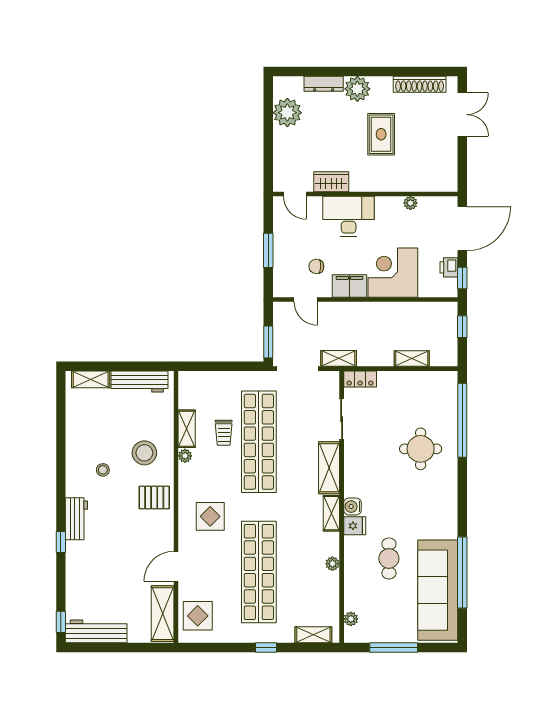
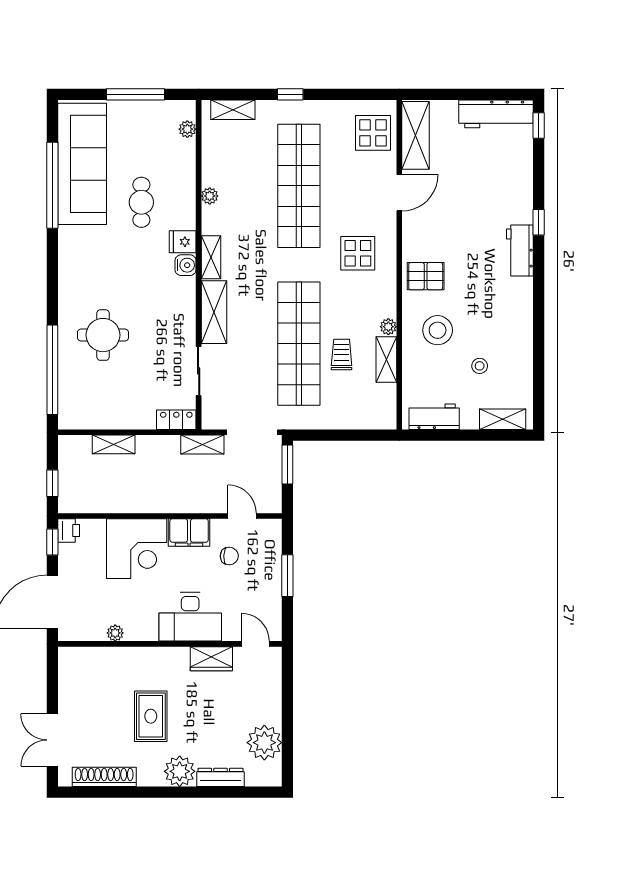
printer: (449, 267) -> (69, 530), moved
workbench: (139, 381) -> (434, 417), width x0.73
stool: (103, 470) -> (480, 366), moved

